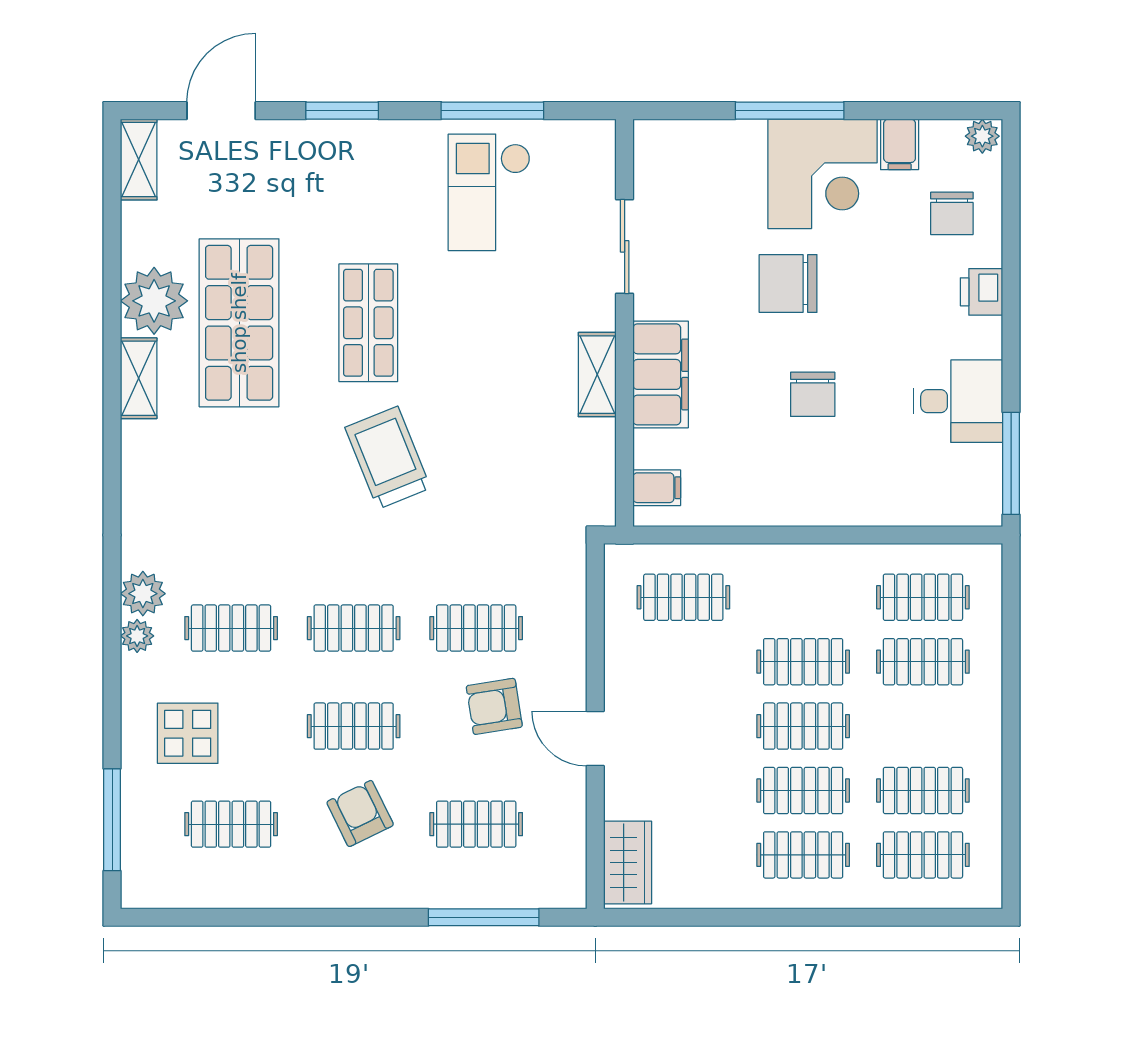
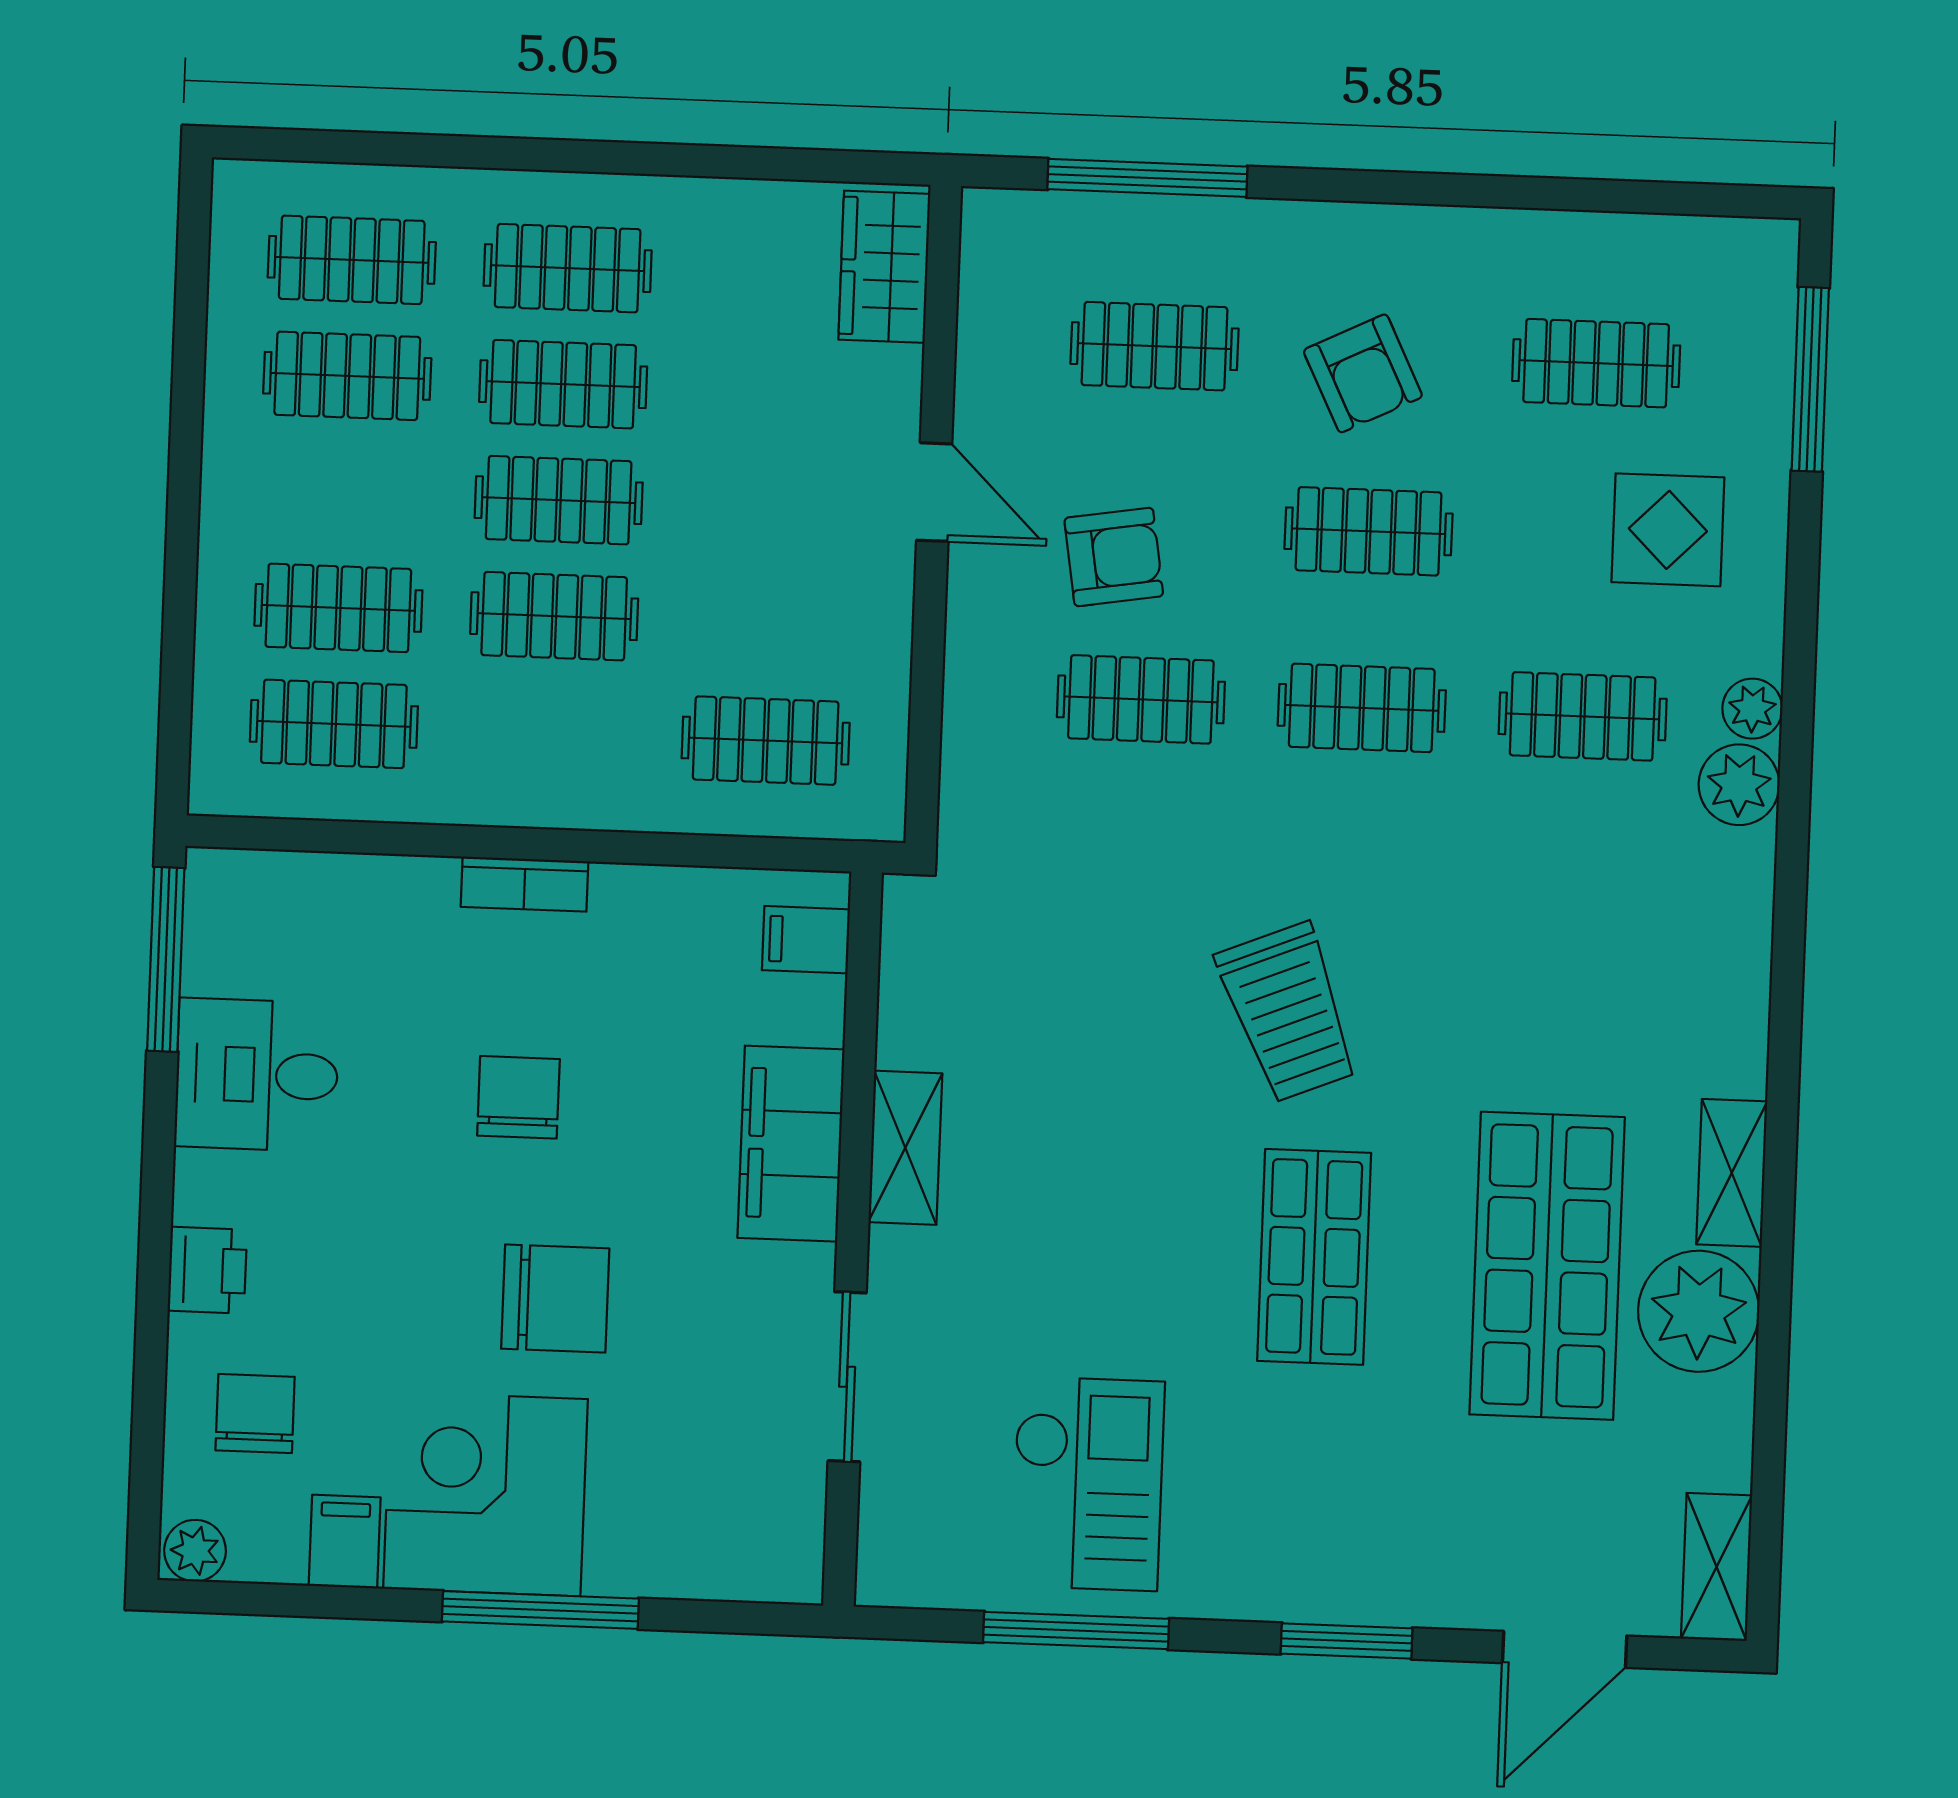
bookcase: (814, 513) -> (525, 884), added

